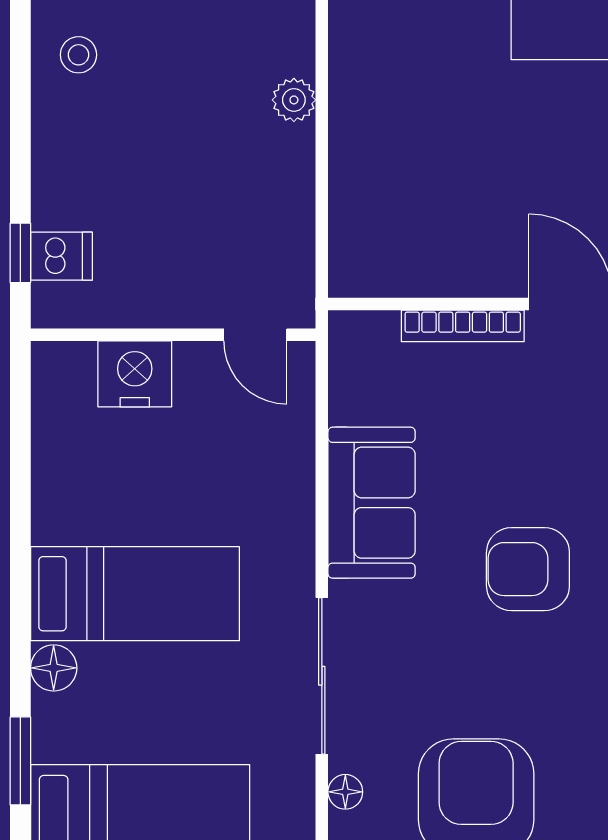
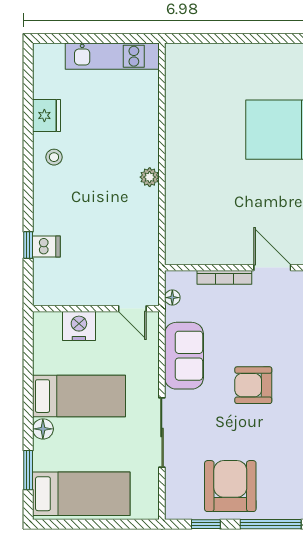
wall: (173, 335) -> (96, 309), moved
door: (255, 335) -> (132, 309), moved
nightstand: (135, 374) -> (79, 326), moved
floor lamp: (345, 792) -> (172, 298), moved

